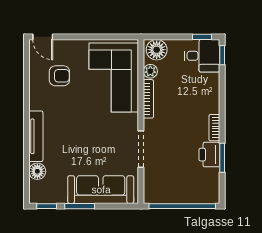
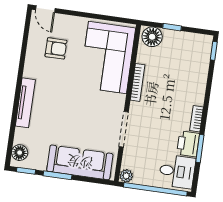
window: (202, 37) -> (172, 27), moved
desk: (202, 56) -> (177, 171), moved
plant: (150, 71) -> (126, 176), moved
floor lamp: (37, 171) -> (20, 153), moved

